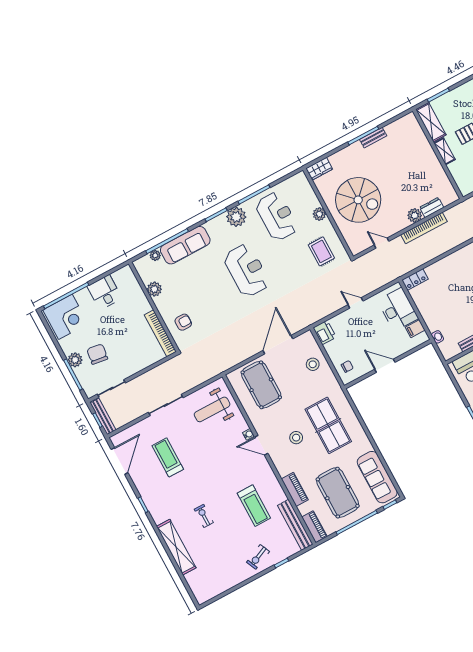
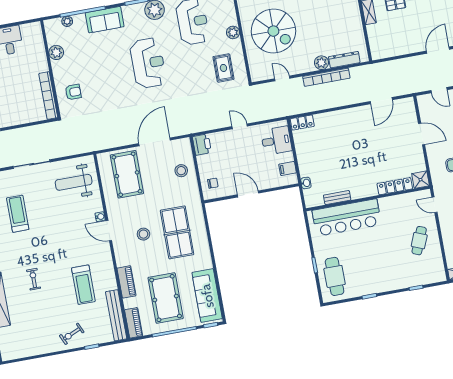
dresser: (432, 208) -> (344, 60), width x1.44
sofa: (185, 245) -> (105, 20), width x0.73
desk: (398, 309) -> (276, 141), width x0.73

